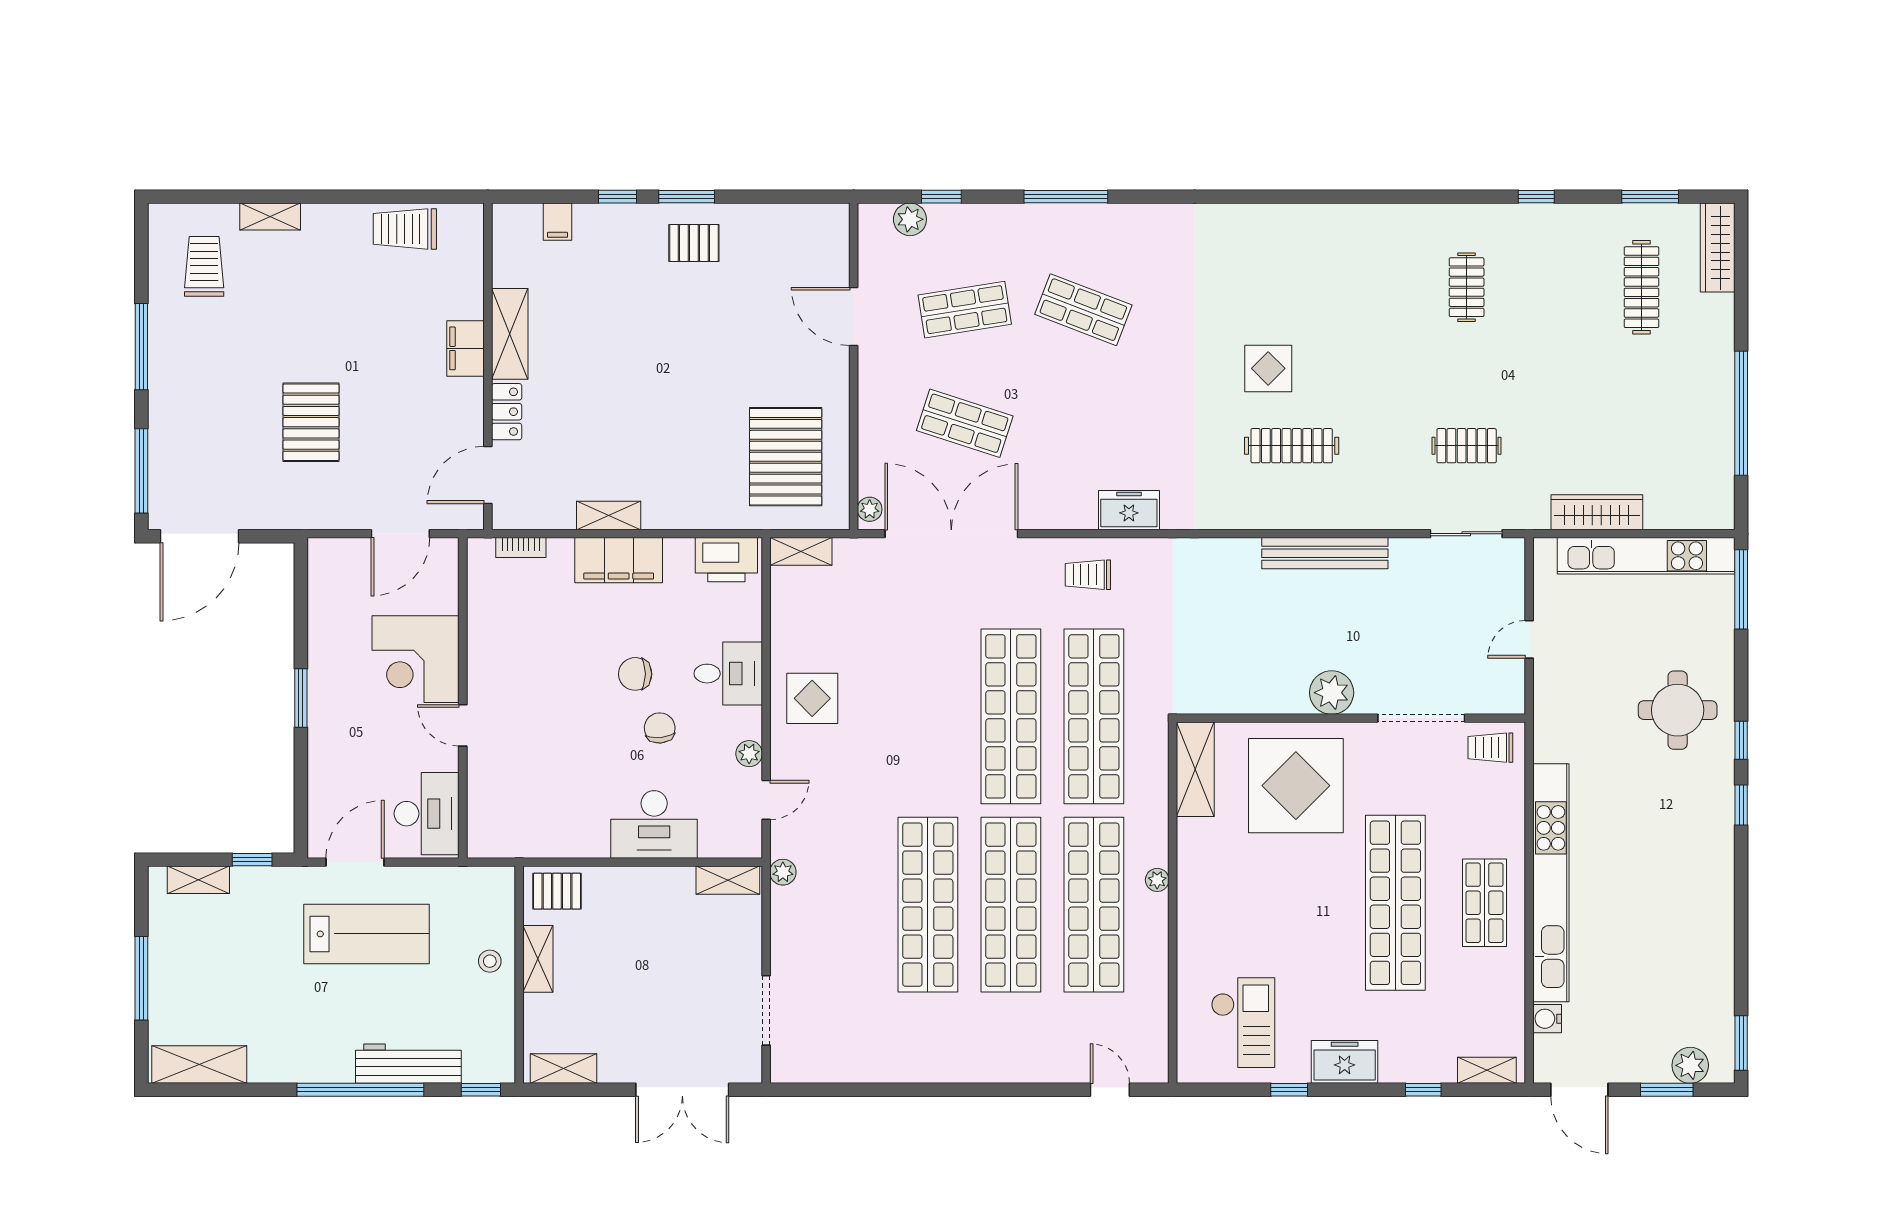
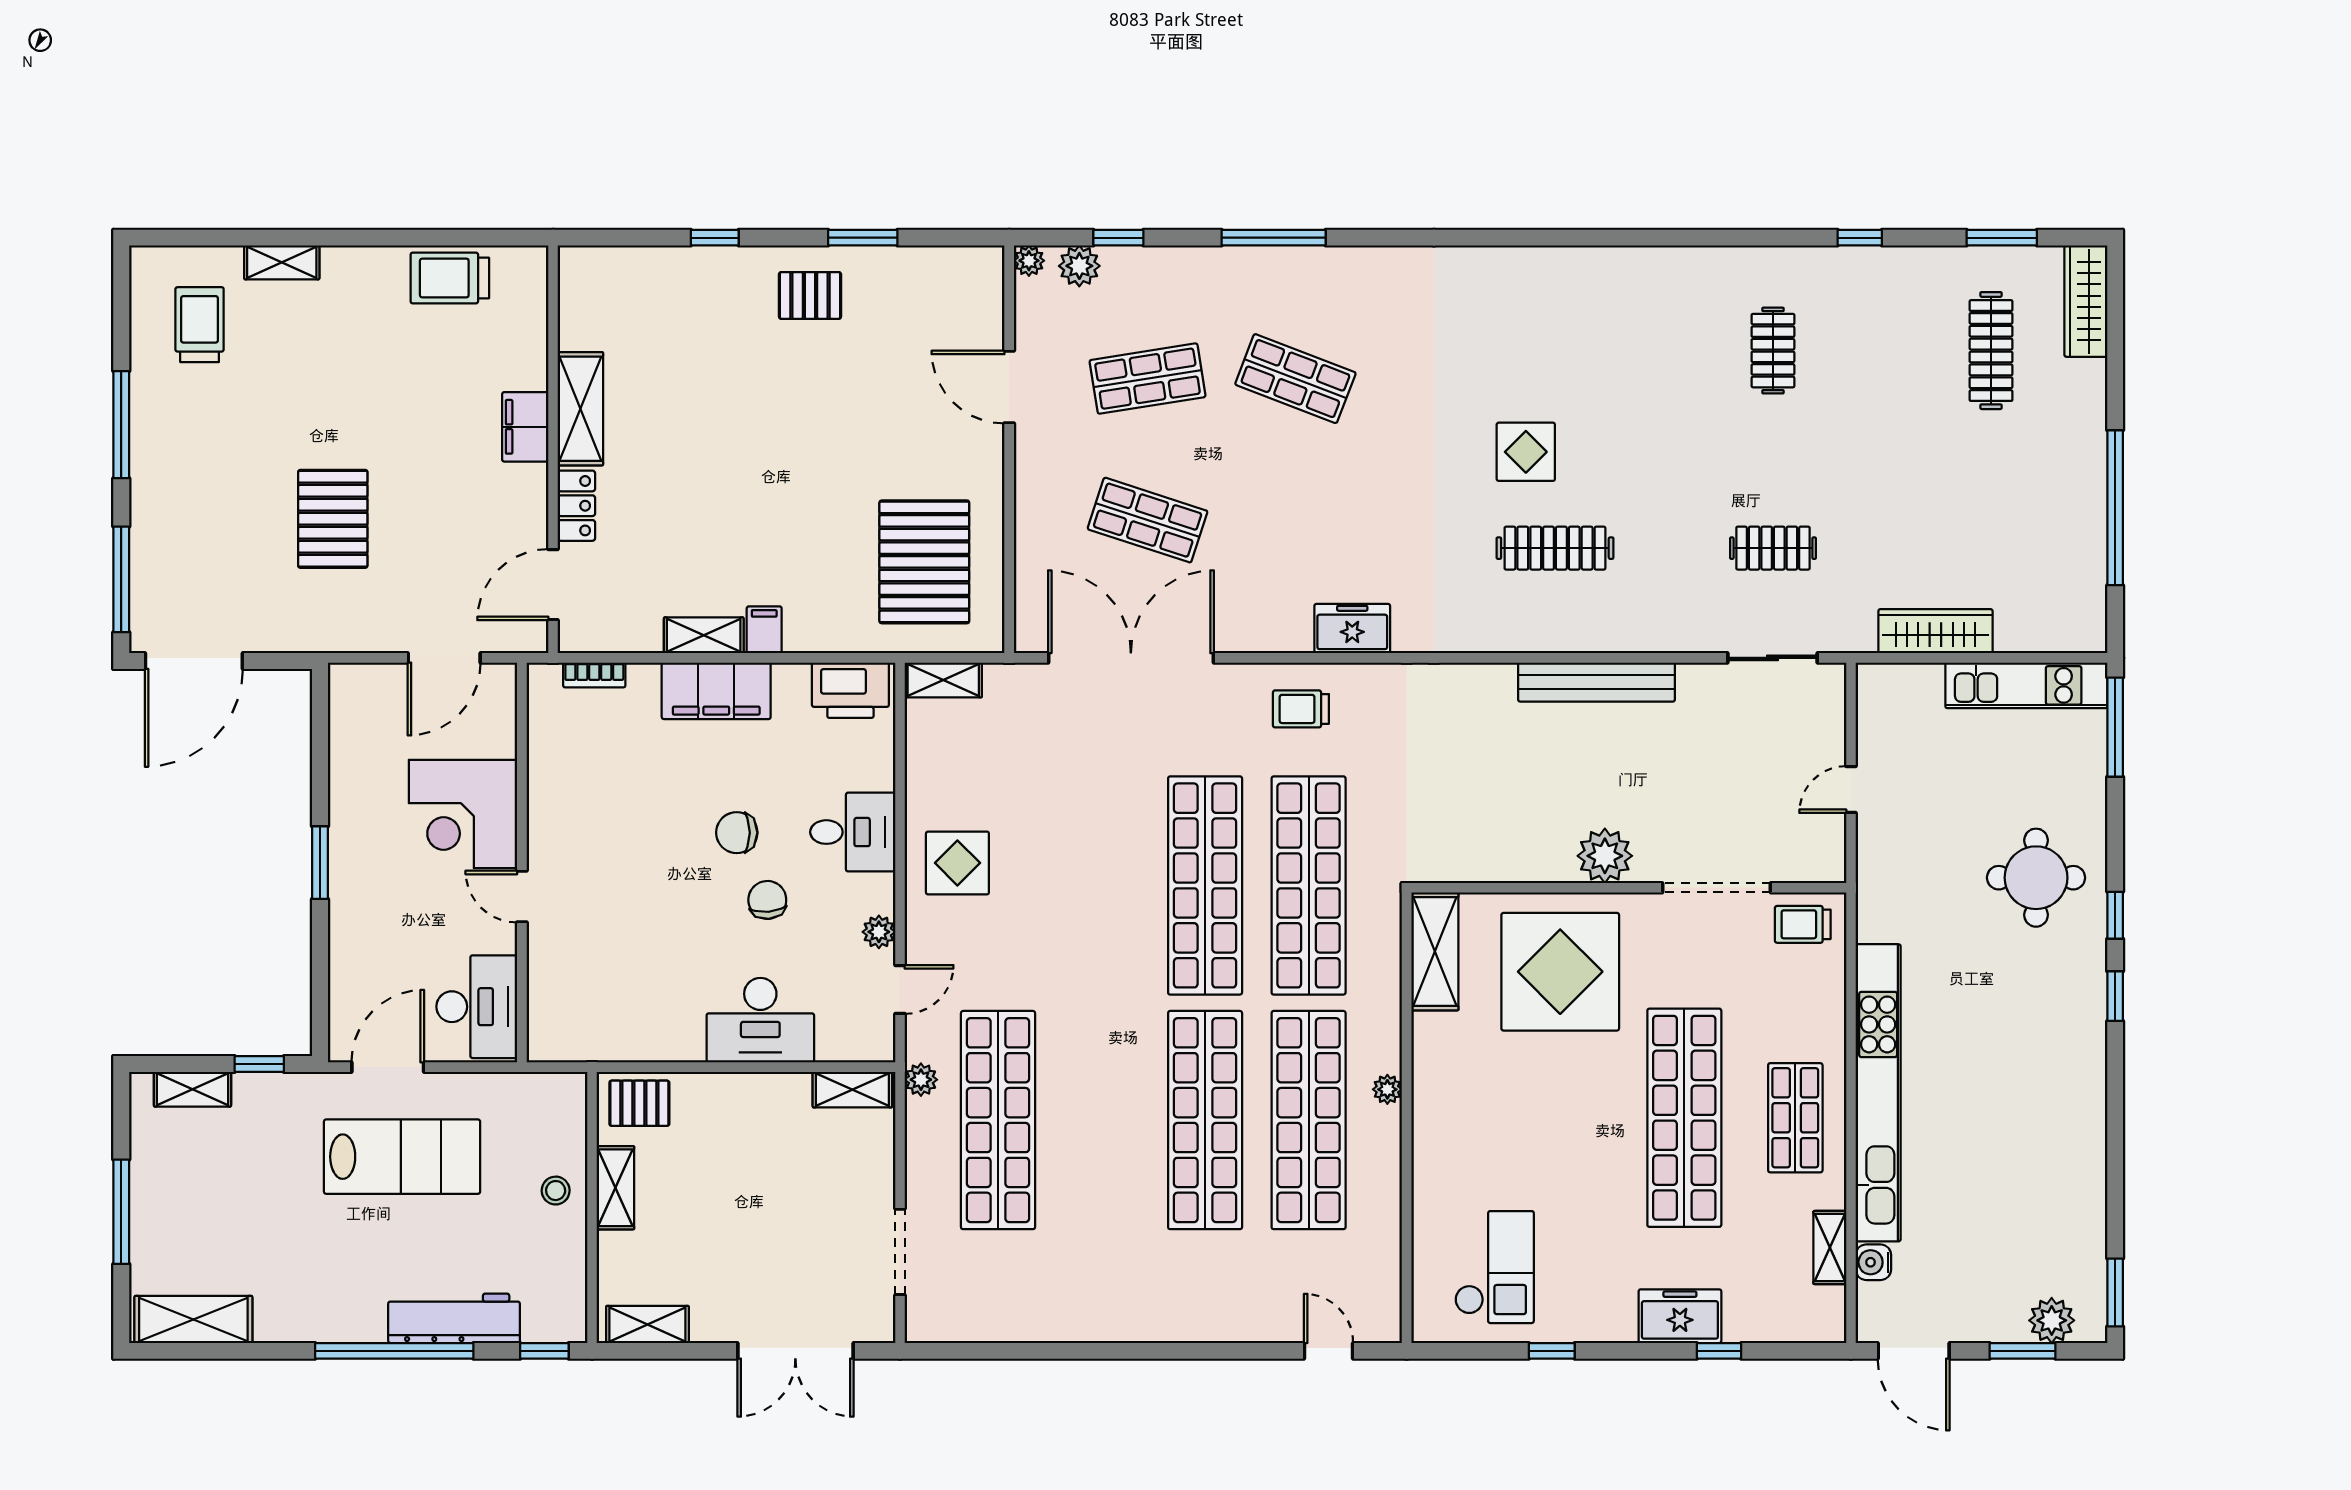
window: (687, 197) -> (863, 238), moved
filing cabinet: (558, 222) -> (764, 630), moved, turned 180
plant: (870, 509) -> (1029, 261), moved
kitchen unit: (1646, 556) -> (2026, 685), width x0.73
shop shelf: (928, 905) -> (998, 1120), moved
freezer: (1345, 1062) -> (1680, 1316), moved
shelving: (1487, 1070) -> (1830, 1248), moved, turned 90

